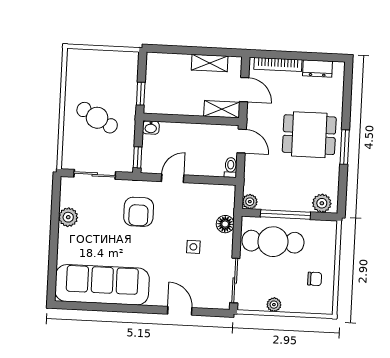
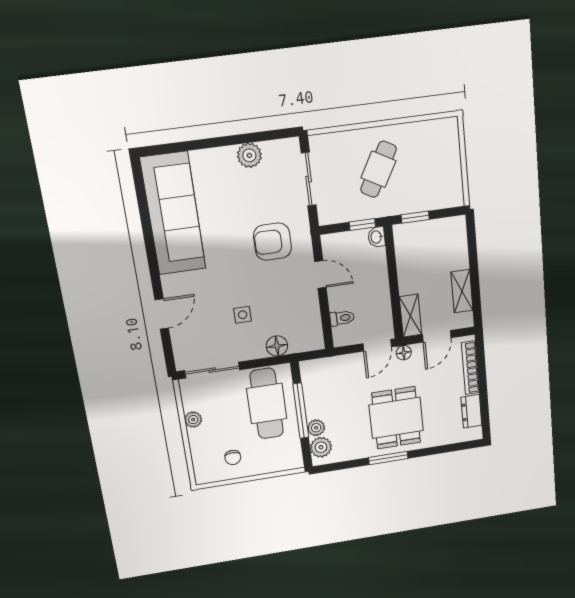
floor lamp: (253, 120) -> (404, 353), added
window: (138, 157) -> (362, 225), moved
toilet: (231, 167) -> (342, 318), moved
plant: (250, 202) -> (316, 428), moved

